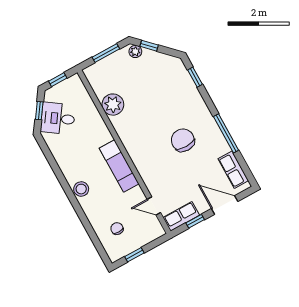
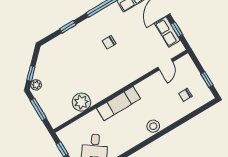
window: (195, 77) -> (68, 27), moved
chair: (183, 140) -> (109, 42), width x0.54, depth x0.54
exam couch: (119, 166) -> (119, 103), moved
row of seats: (181, 216) -> (167, 32), moved

